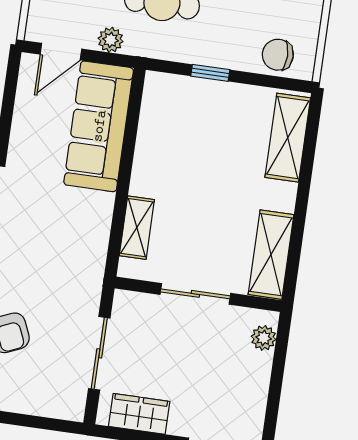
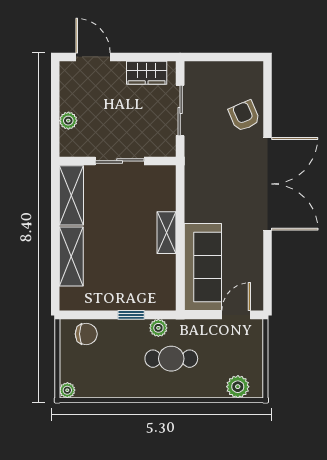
plant: (111, 40) -> (158, 328), moved
shelving: (288, 138) -> (71, 257), moved
shelving: (137, 228) -> (166, 233), moved
plant: (264, 338) -> (68, 121), moved

